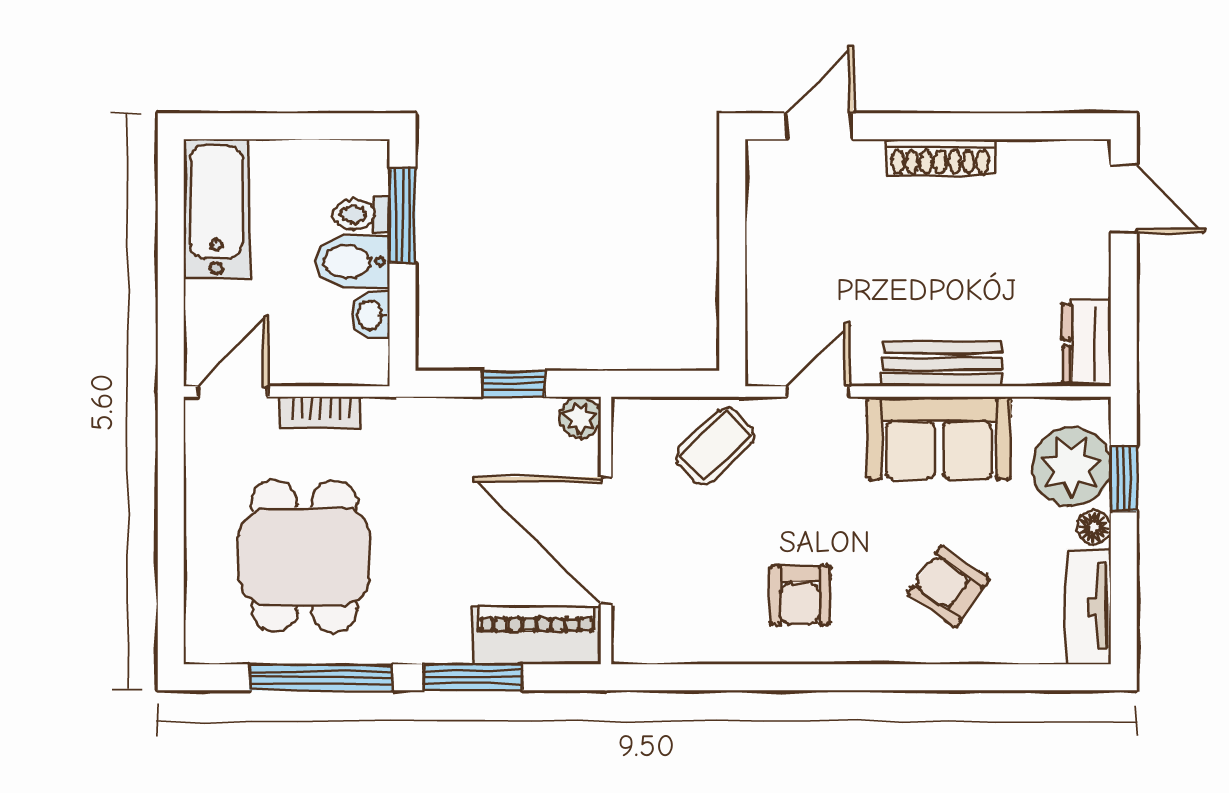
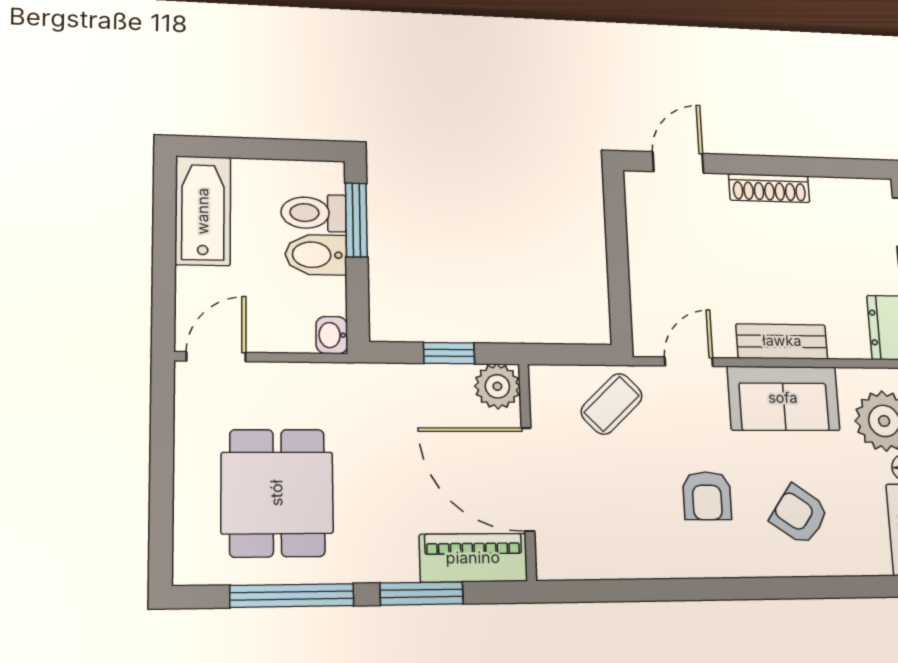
toilet: (361, 214) -> (314, 213), width x1.37, depth x1.39
washbasin: (371, 315) -> (332, 335), moved
bookcase: (321, 413) -> (290, 375), removed
plant: (580, 417) -> (497, 386), width x1.38, depth x1.38
armchair: (800, 595) -> (707, 496), moved

